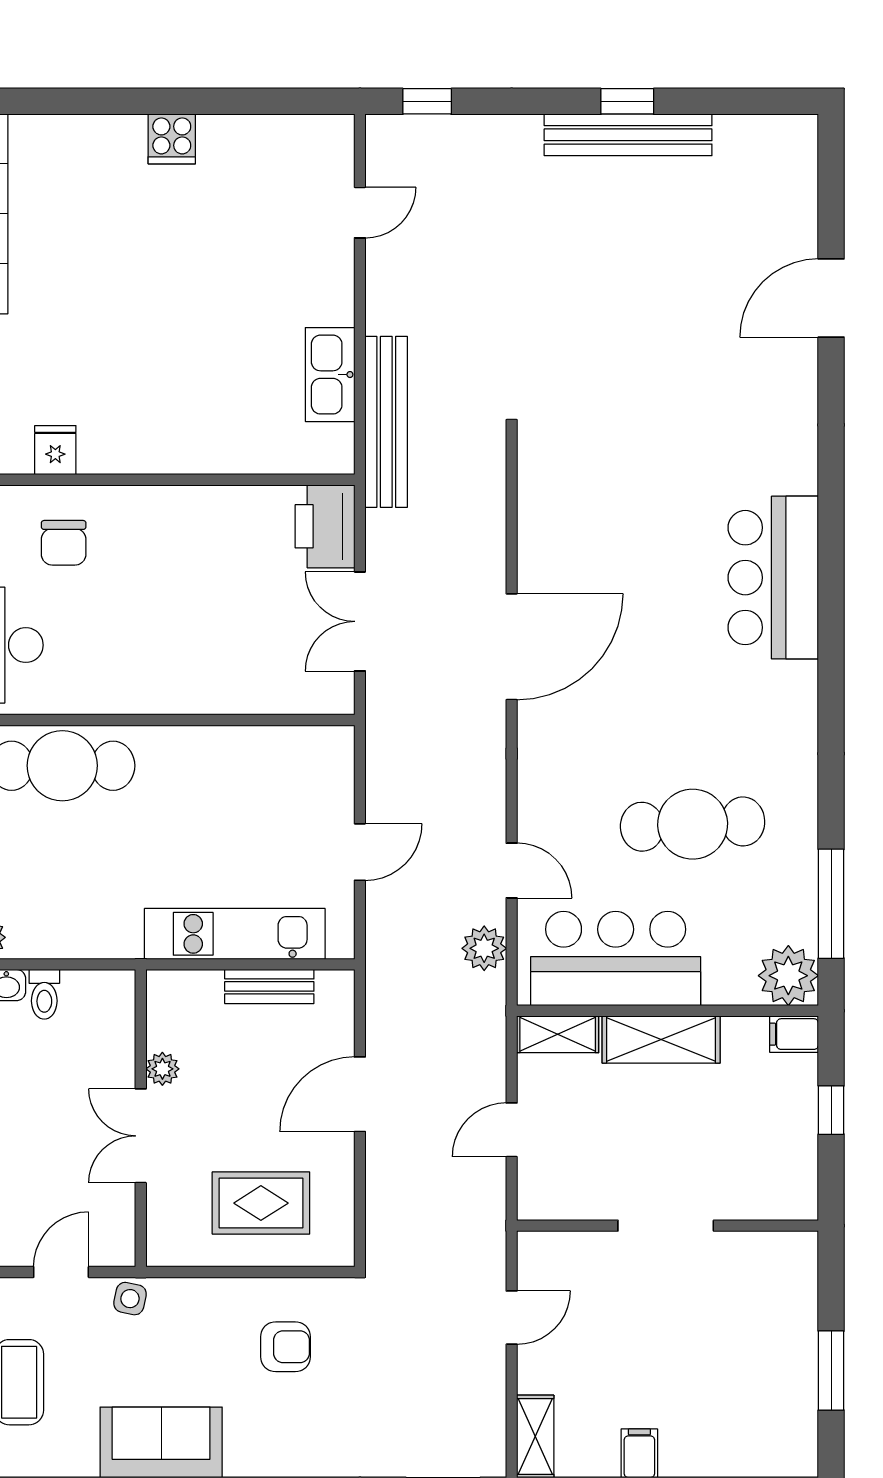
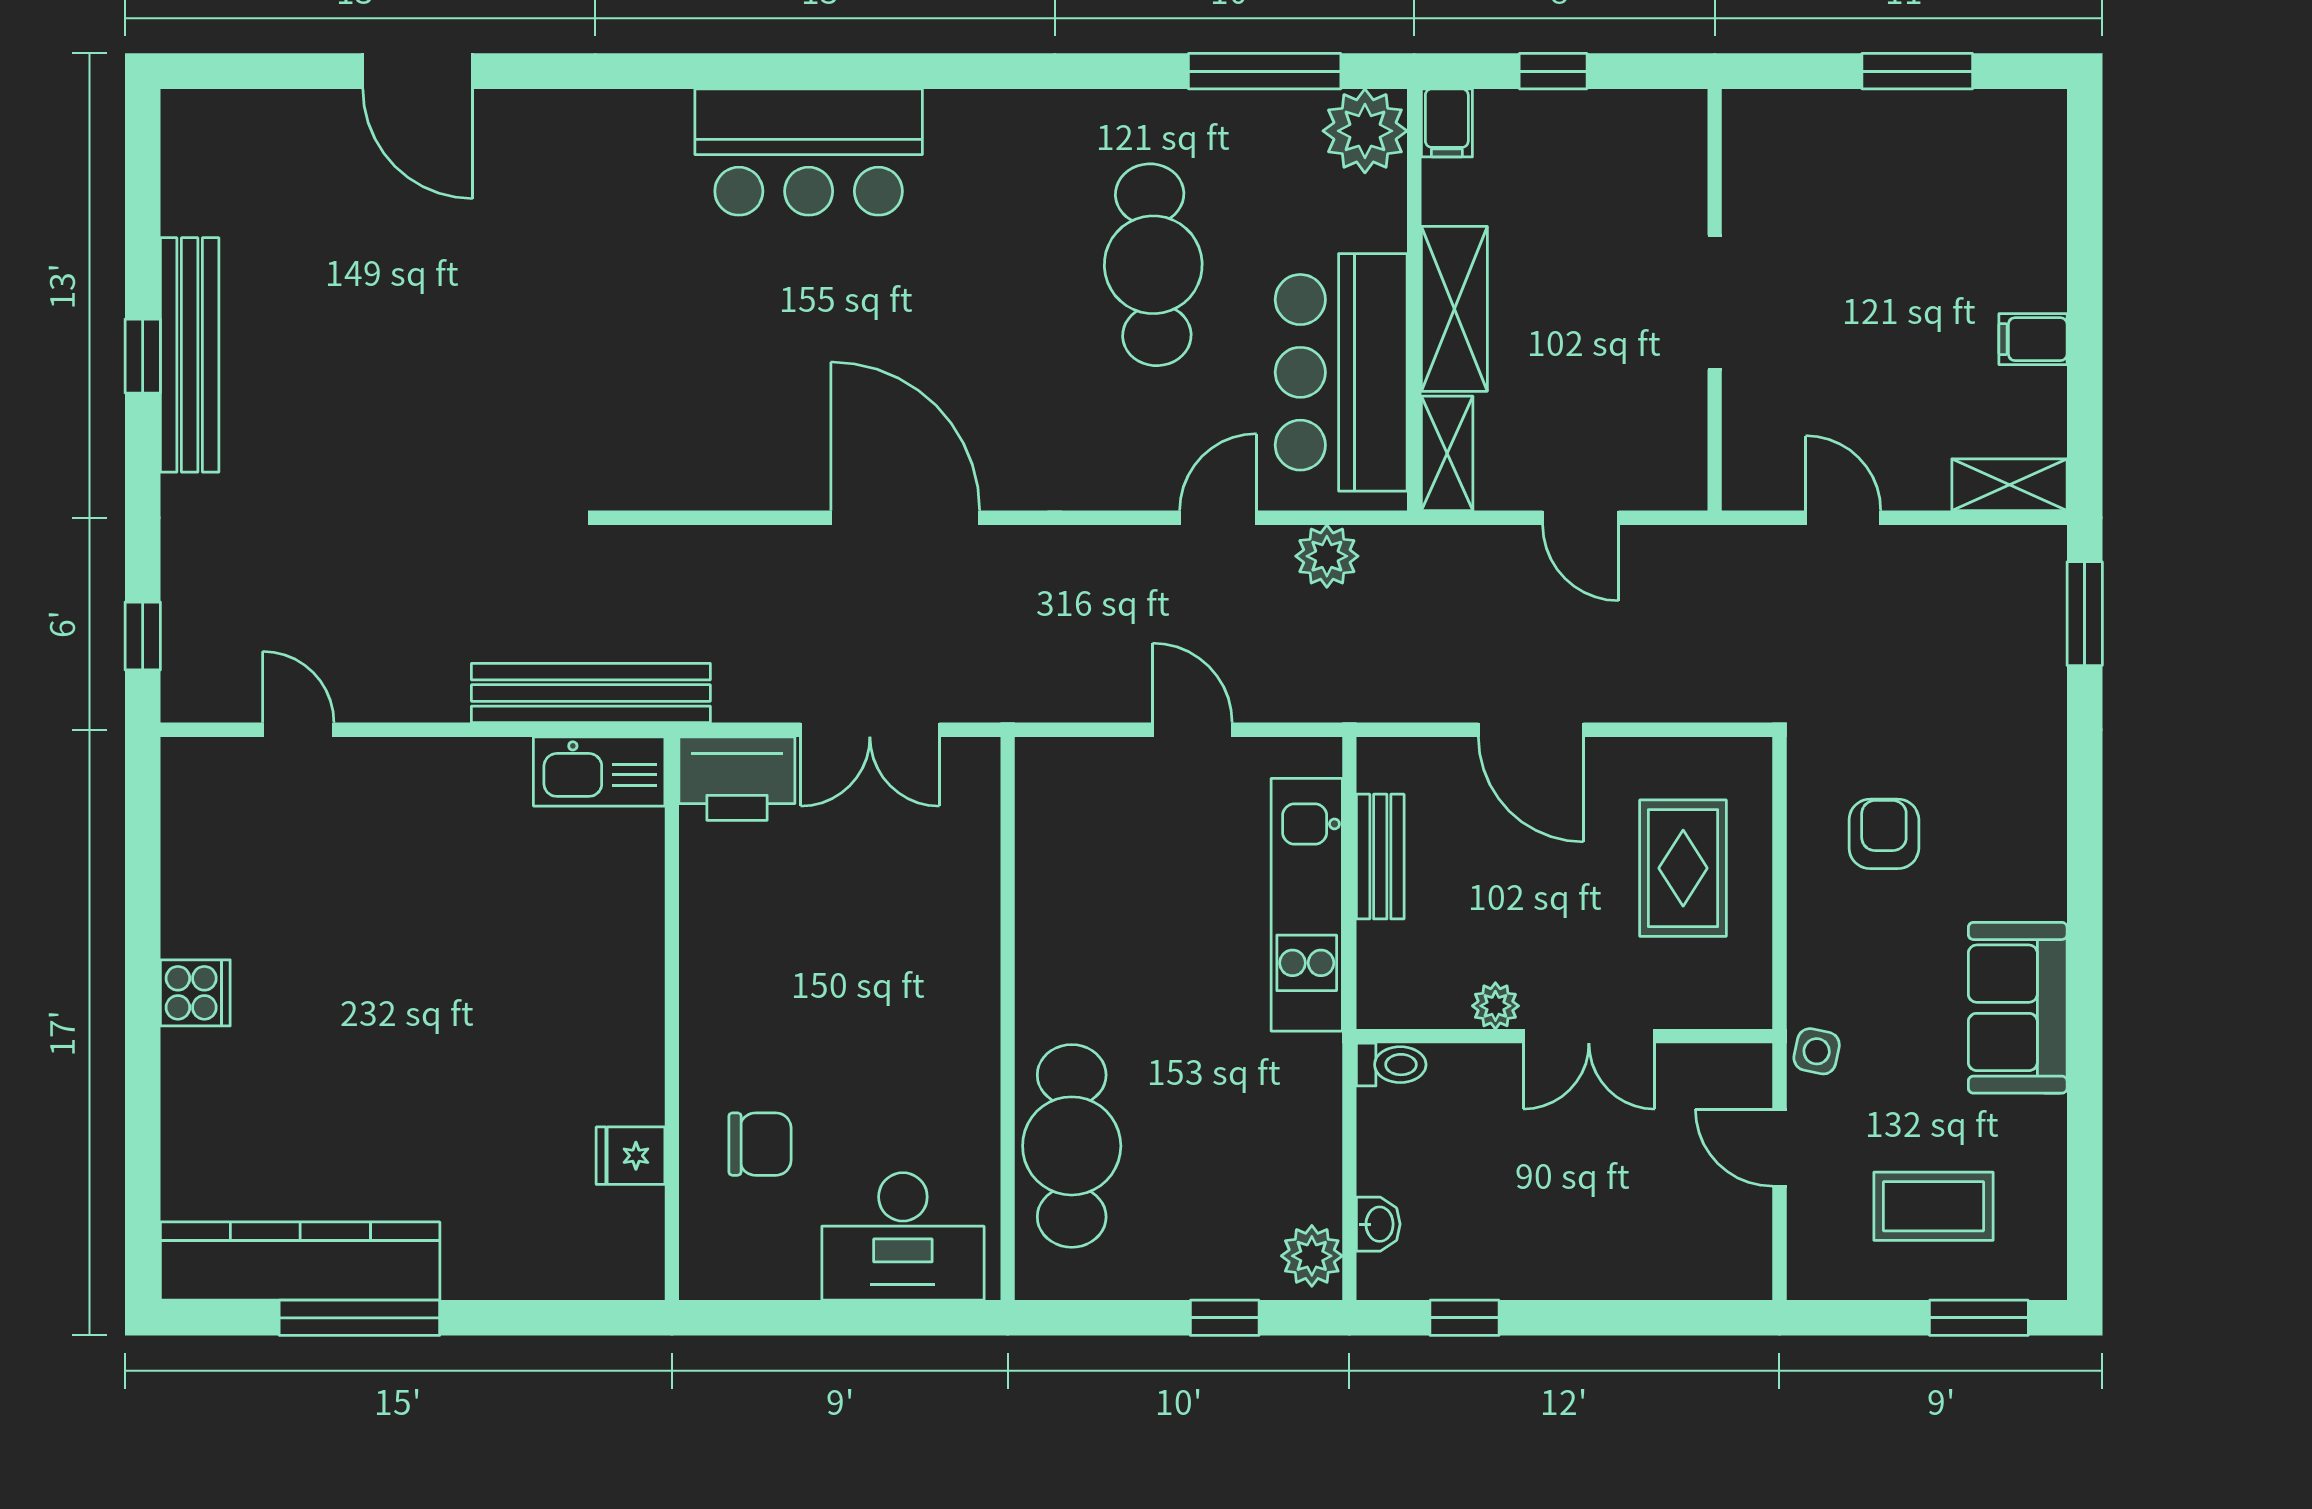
kitchen sink: (330, 375) -> (599, 771), moved
toilet: (44, 994) -> (1391, 1065), moved

